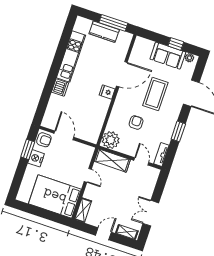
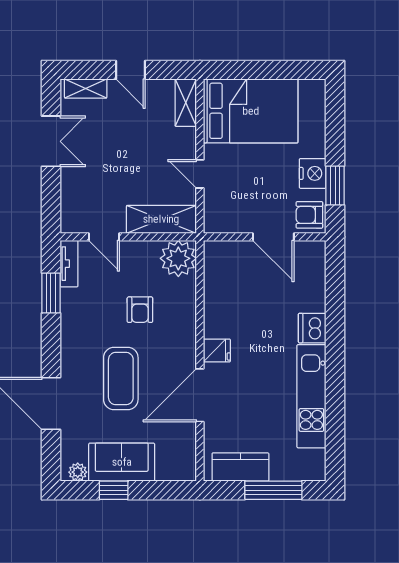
window: (113, 23) -> (273, 490), moved
kitchen counter: (104, 32) -> (240, 467), moved
window: (178, 131) -> (51, 293), moved
door: (103, 234) -> (131, 70), hinge flipped

